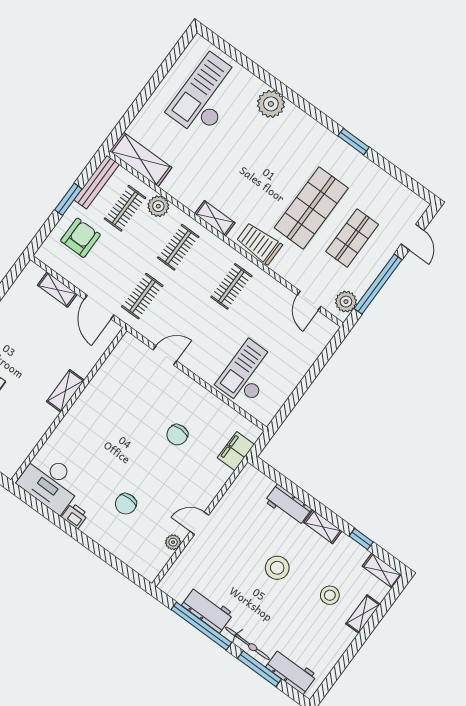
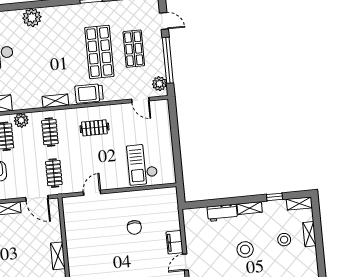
clothes rail: (231, 286) -> (94, 128), turned 90
filing cabinet: (236, 451) -> (175, 242), moved

